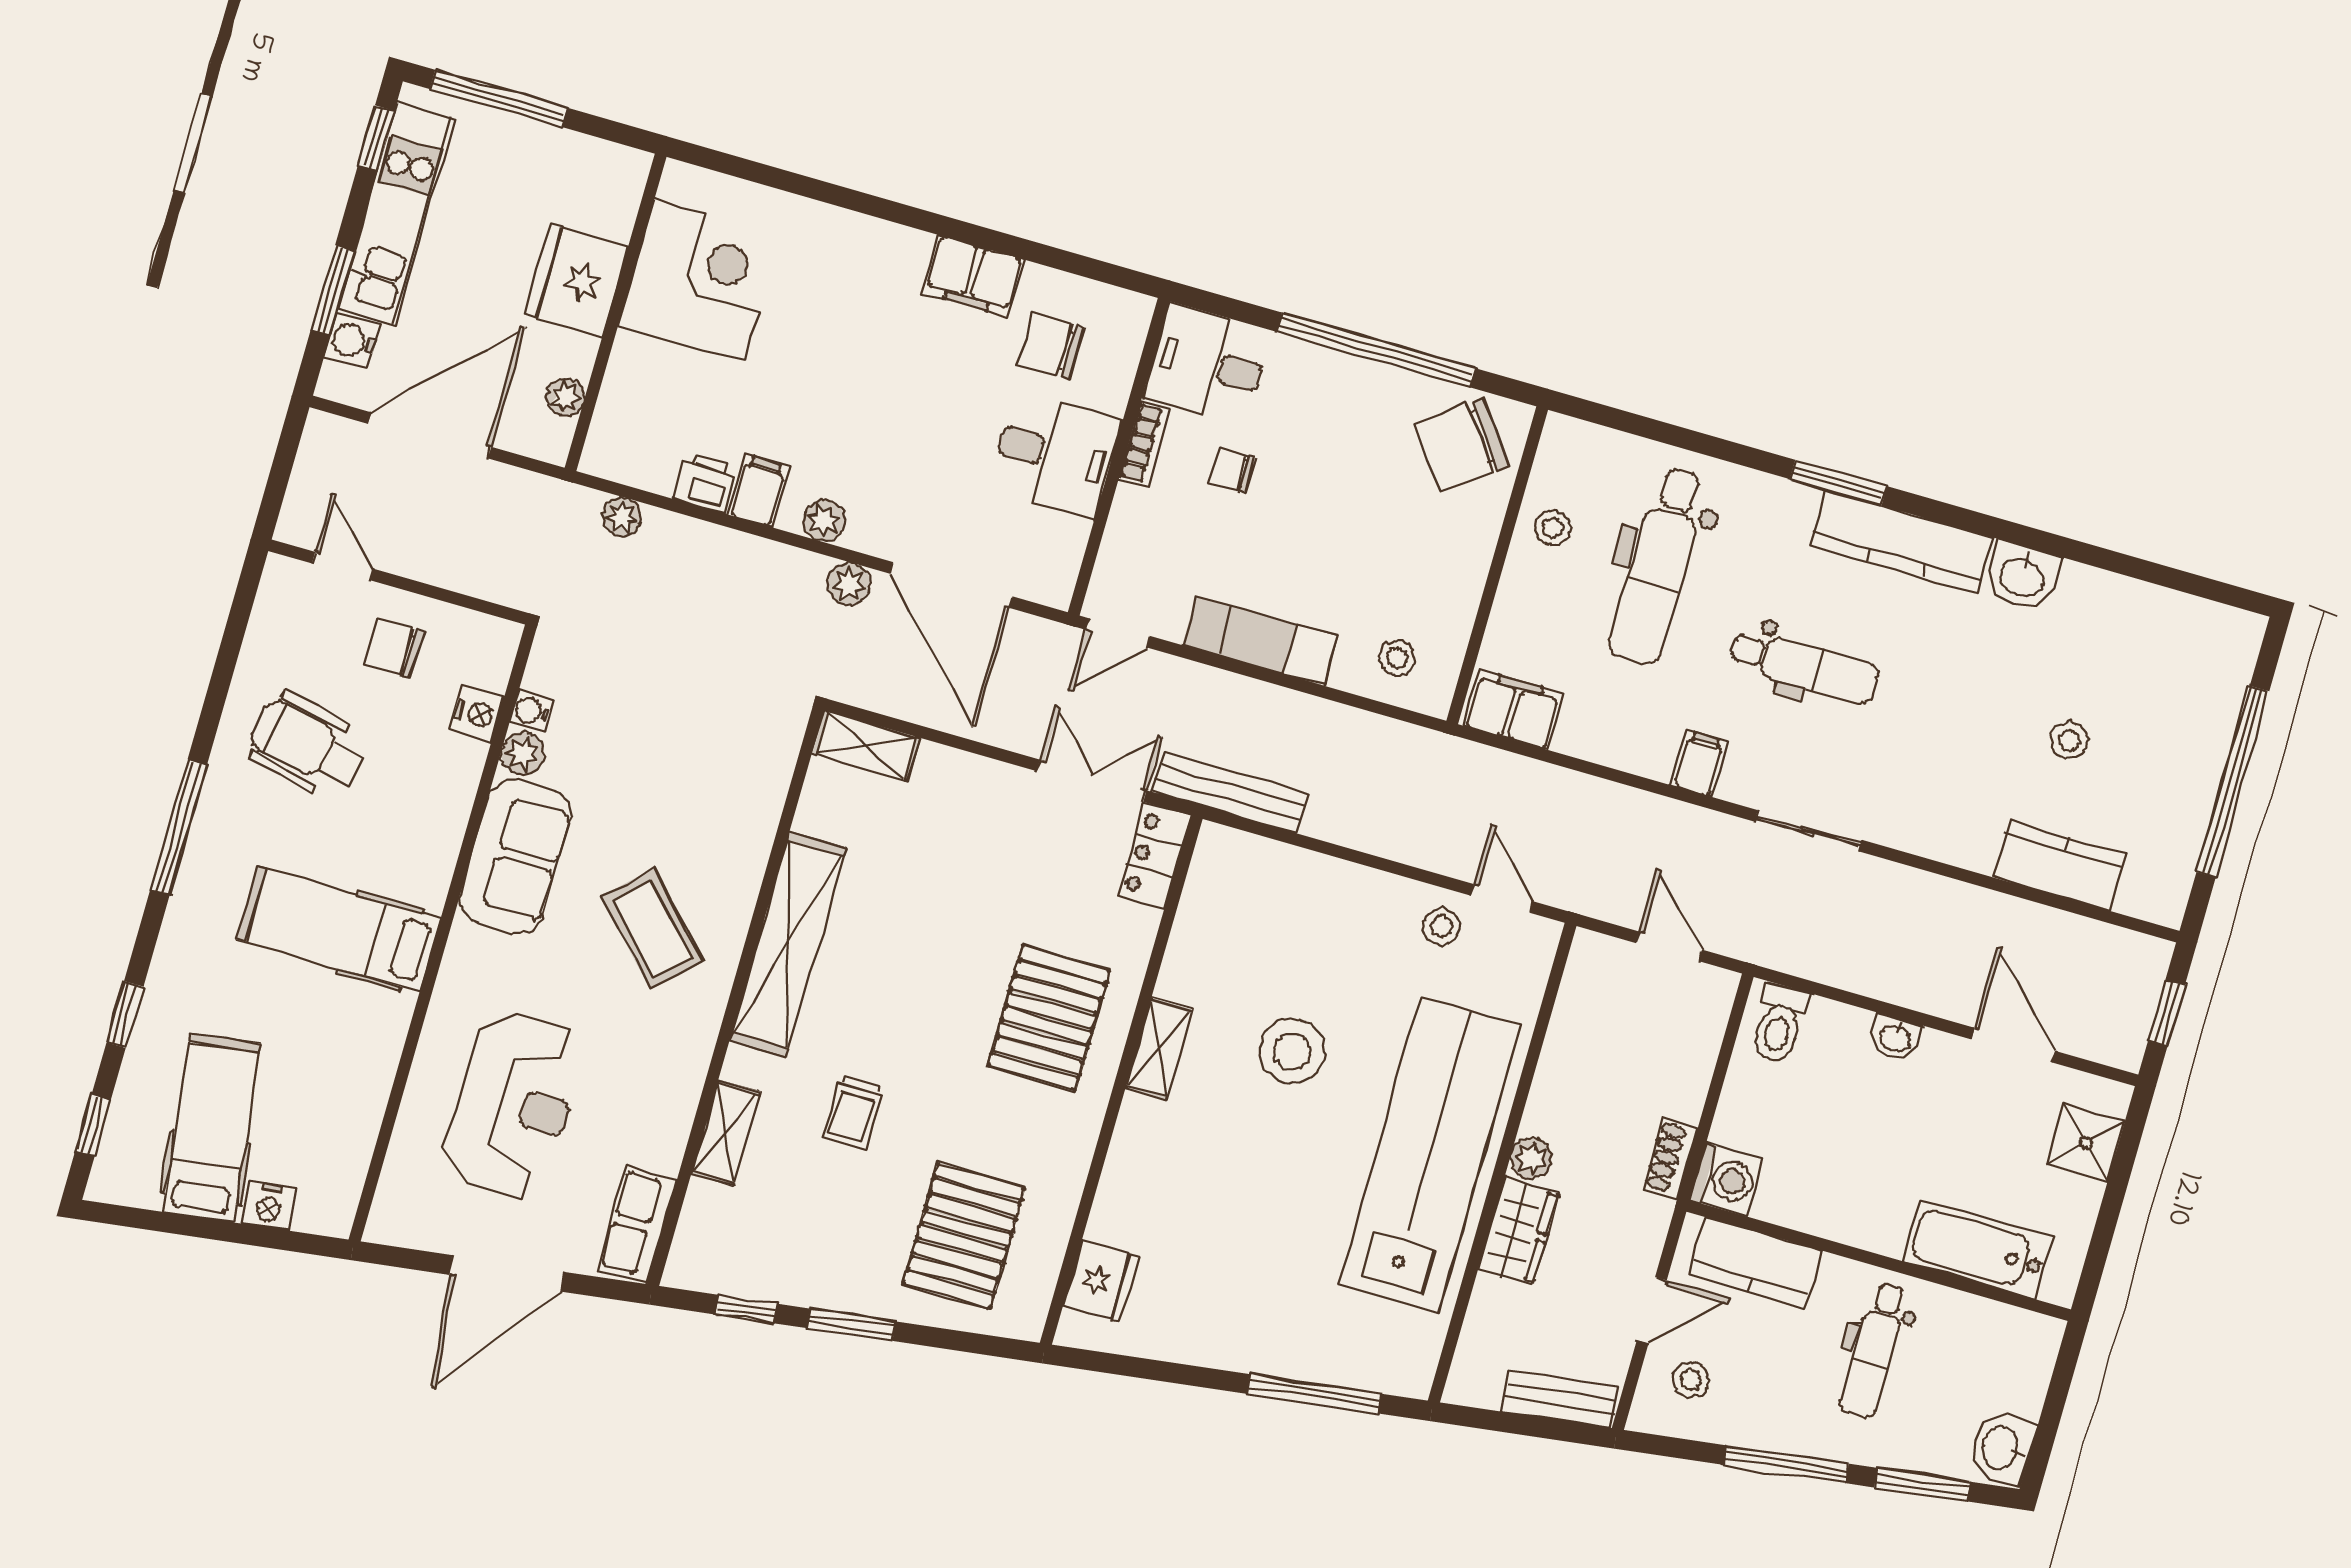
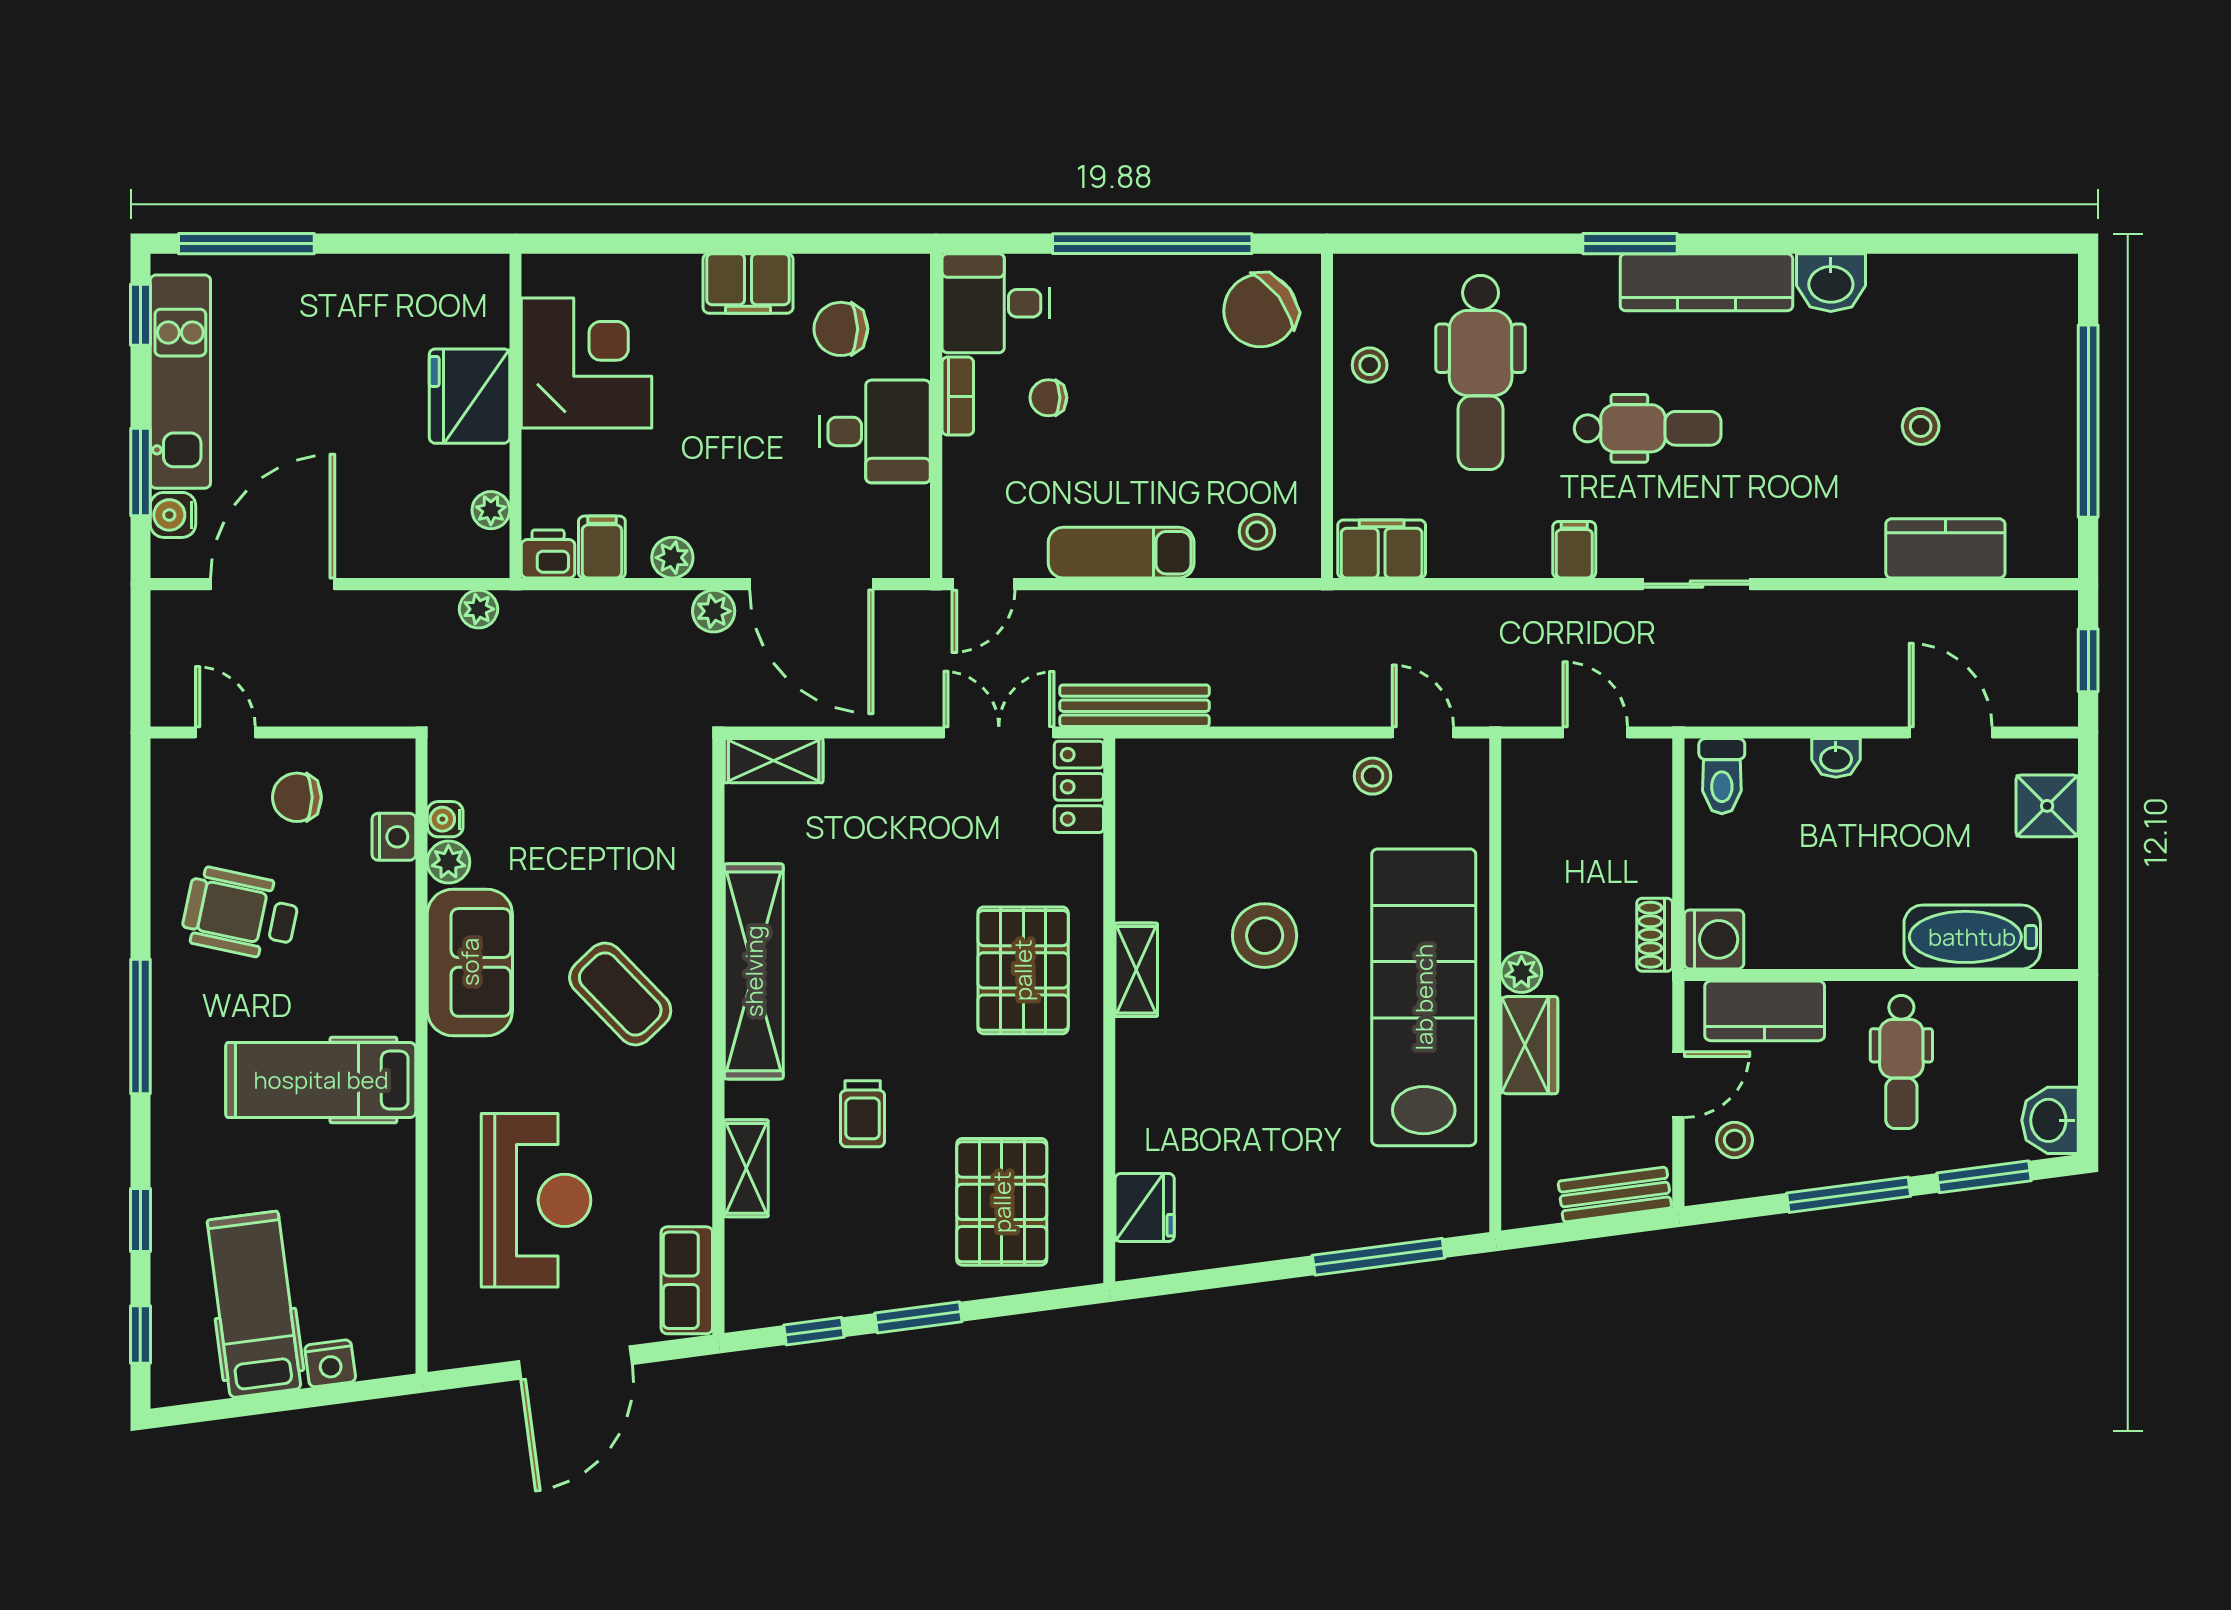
fridge: (577, 281) -> (470, 396), moved
corner desk: (699, 281) -> (587, 363), moved
wall: (616, 312) -> (515, 416), moved
plant: (566, 397) -> (491, 510), moved

